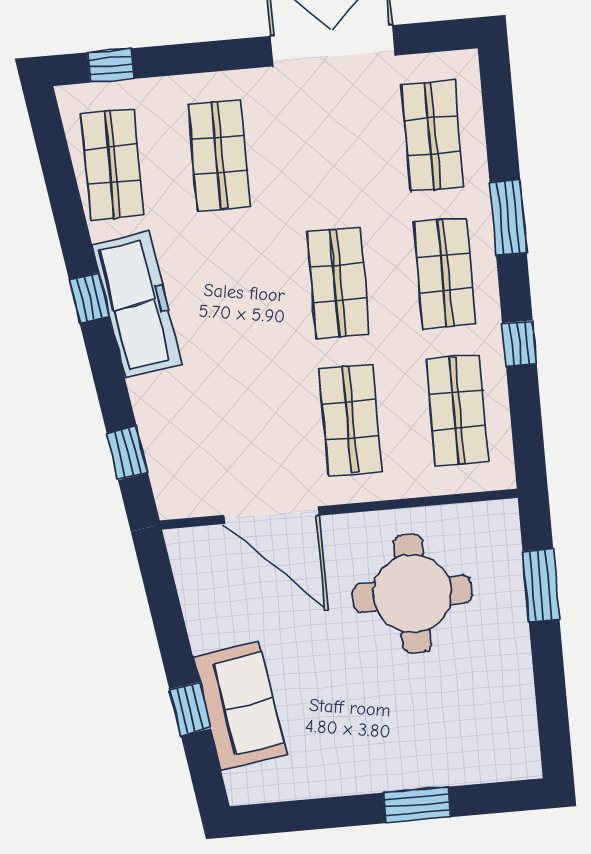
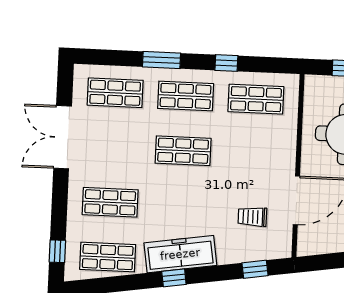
shop shelf: (350, 420) -> (253, 154), removed
trolley: (228, 434) -> (252, 217), added

